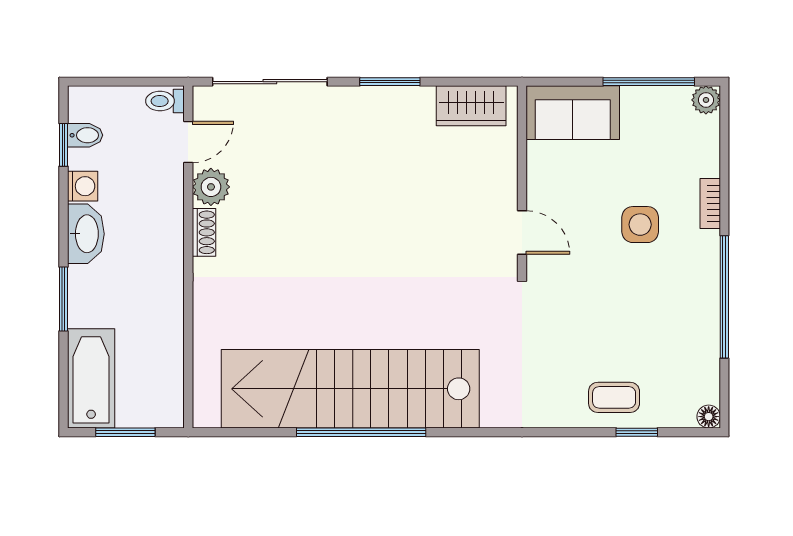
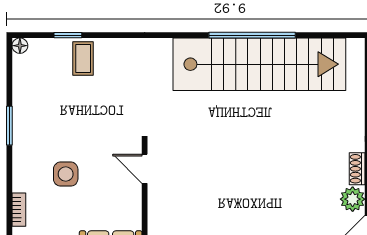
bookcase: (710, 204) -> (19, 210), moved
window: (724, 297) -> (9, 126), width x0.47
coffee table: (614, 397) -> (83, 58), turned 90

